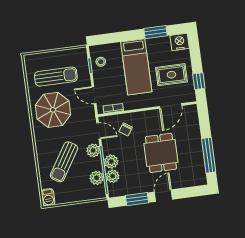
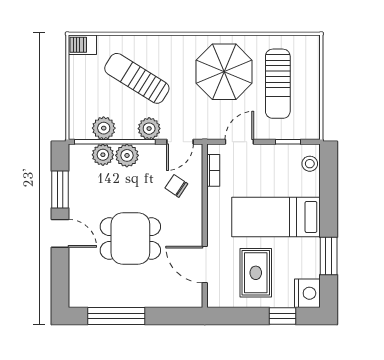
stool: (101, 62) -> (310, 164), moved
window: (199, 81) -> (283, 316), moved

